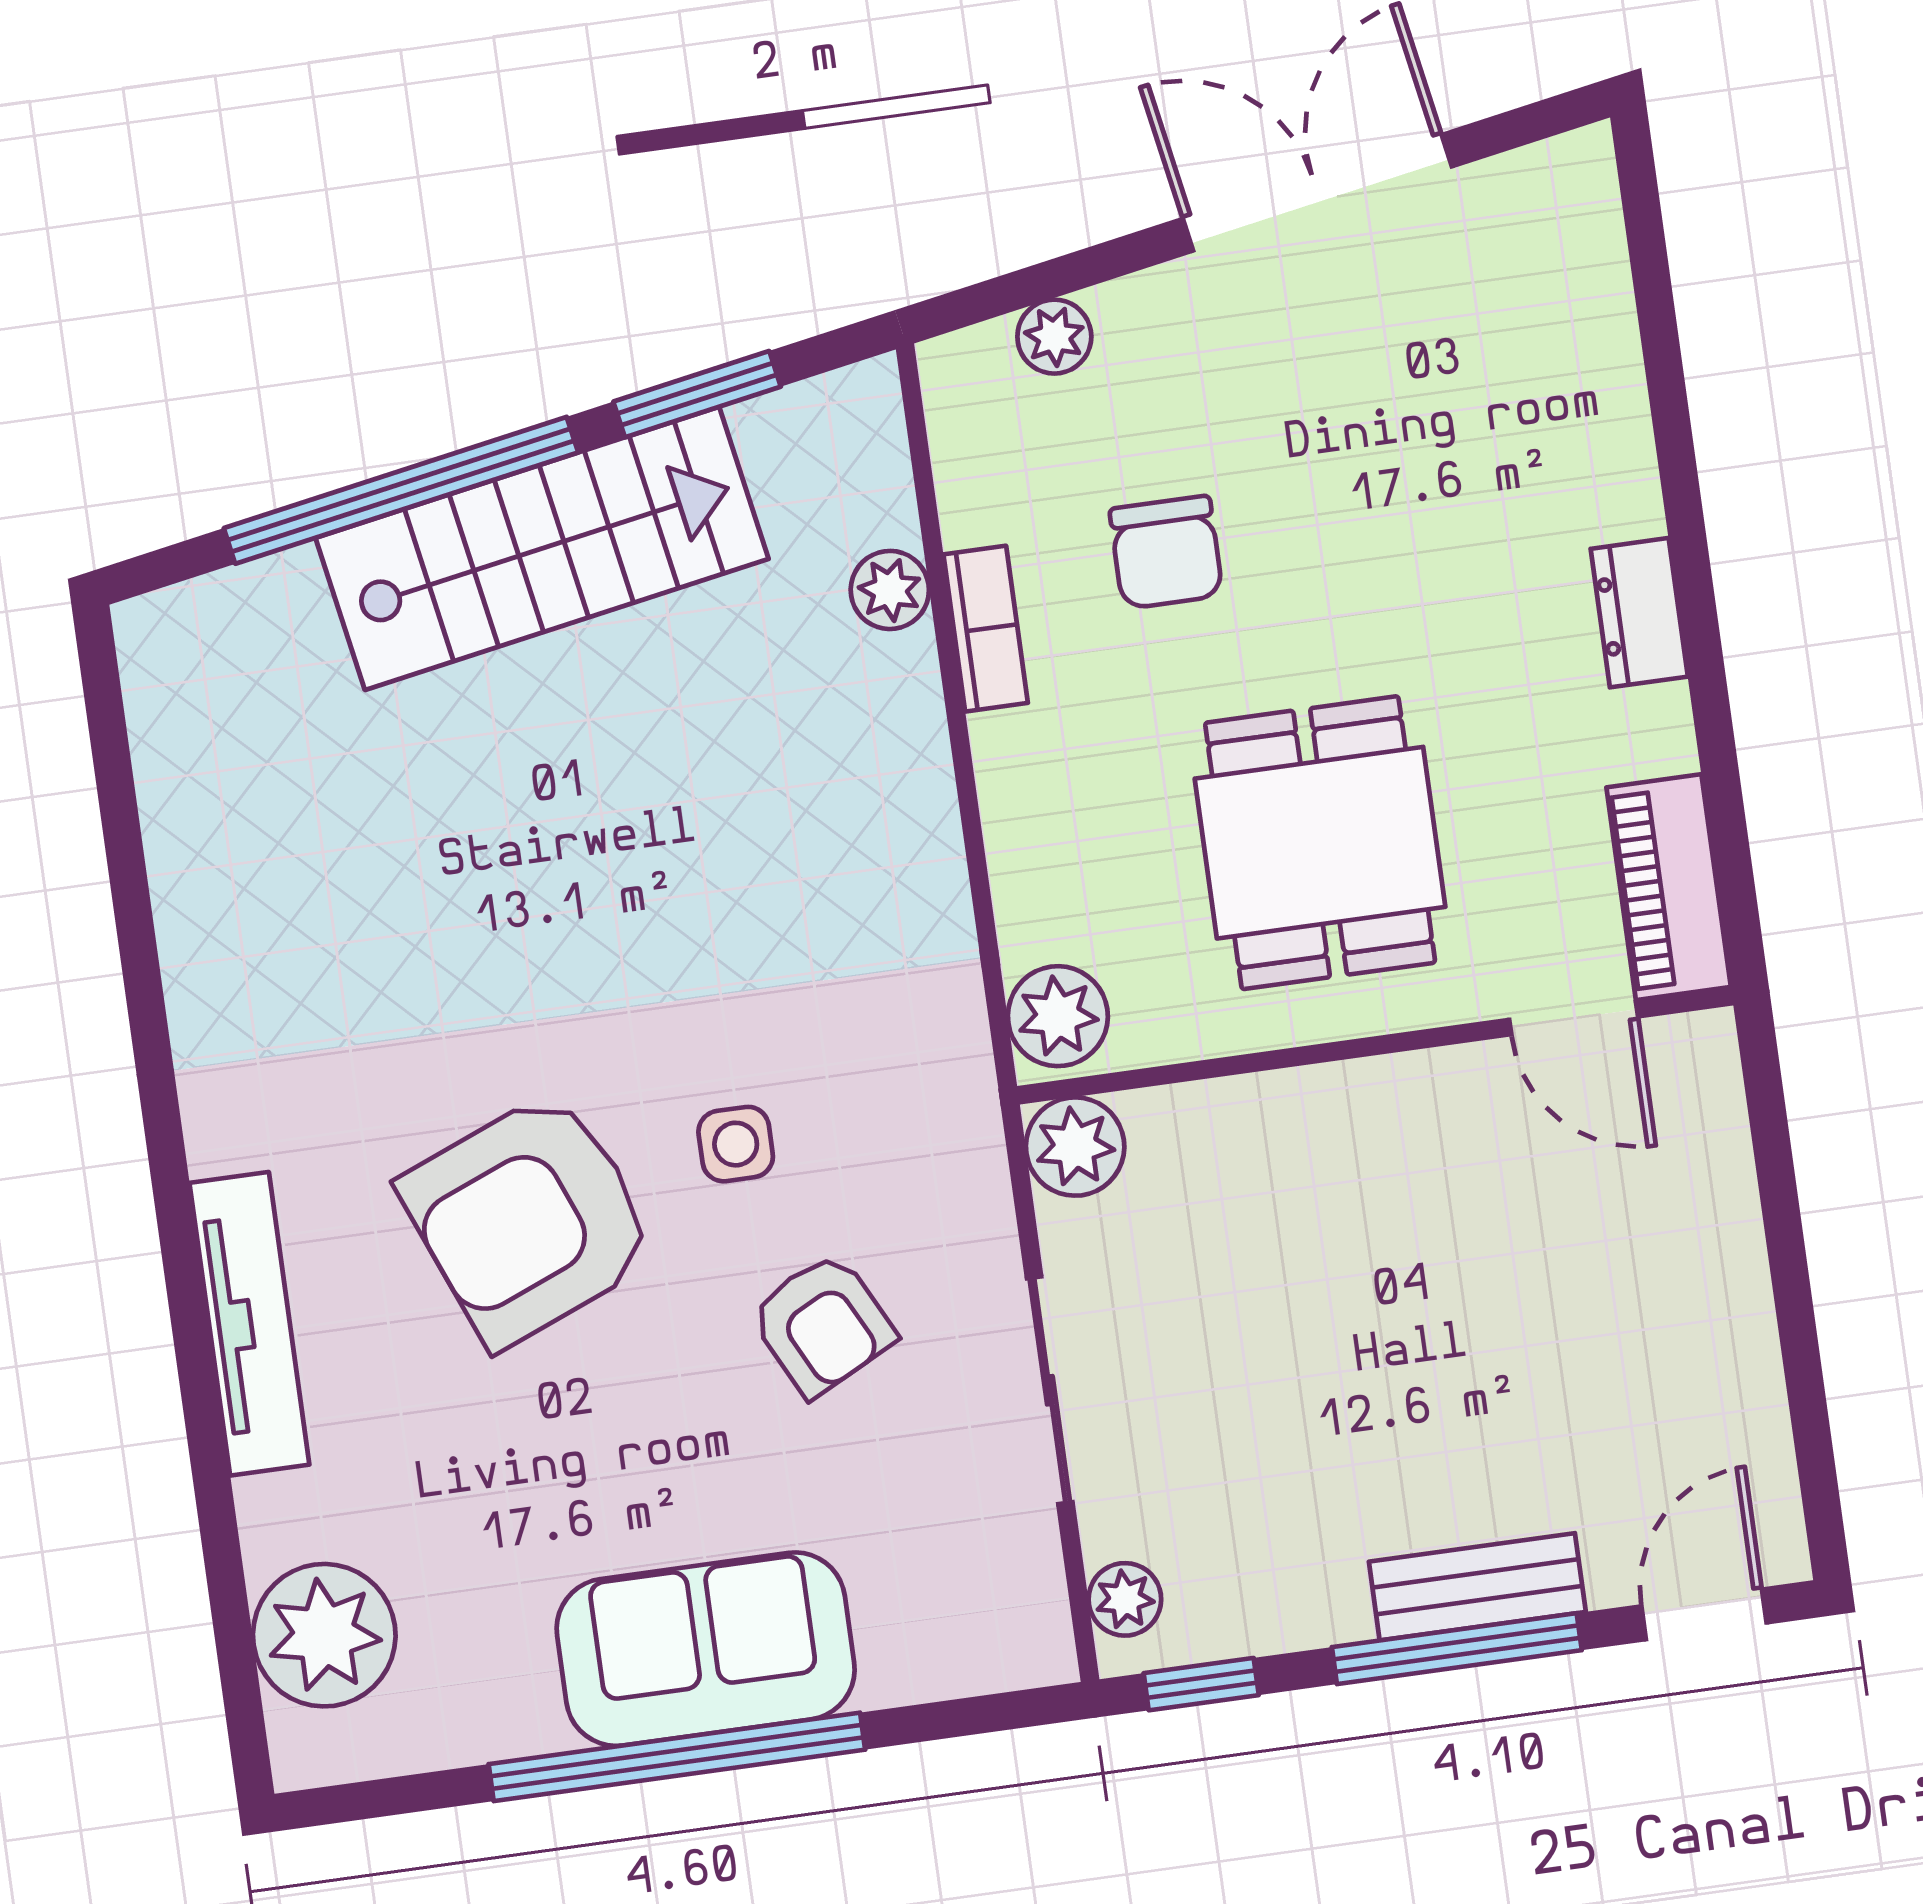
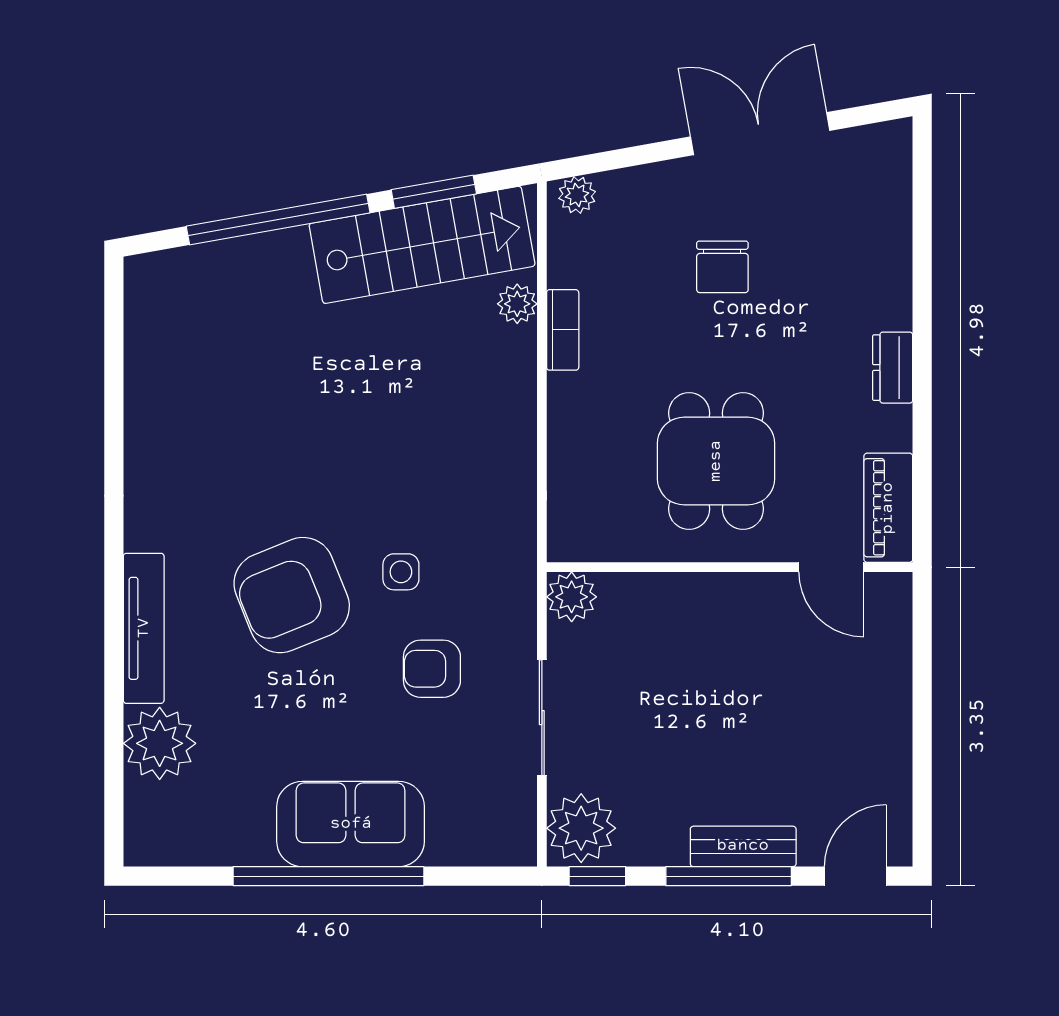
plant: (1054, 337) -> (577, 195), moved
stairs: (542, 548) -> (422, 245), moved
chair: (1166, 552) -> (722, 267), moved
plant: (1058, 1016) -> (572, 530), removed
armchair: (822, 1325) -> (432, 669), turned 117
plant: (1125, 1599) -> (581, 828), width x1.88, depth x1.88
plant: (324, 1635) -> (160, 743), moved

